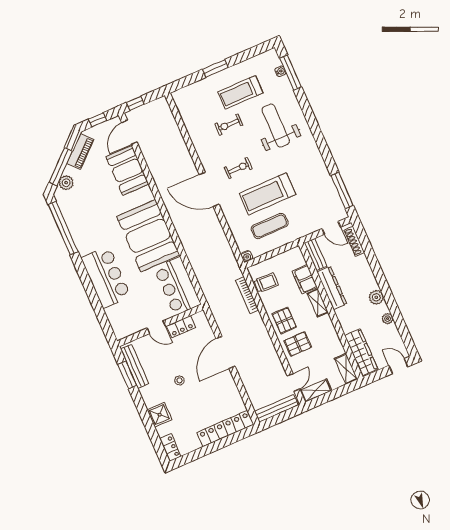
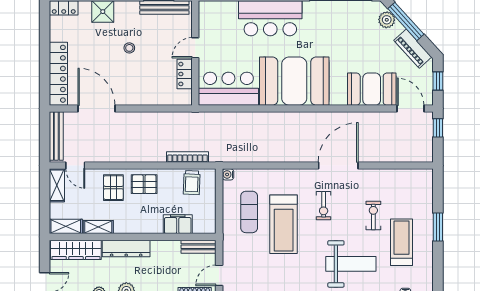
door: (209, 189) -> (338, 166), moved
treadmill: (267, 194) -> (284, 224), turned 180
dresser: (332, 288) -> (126, 249), moved
shelving: (318, 303) -> (98, 227), moved
door: (225, 352) -> (97, 109), moved

